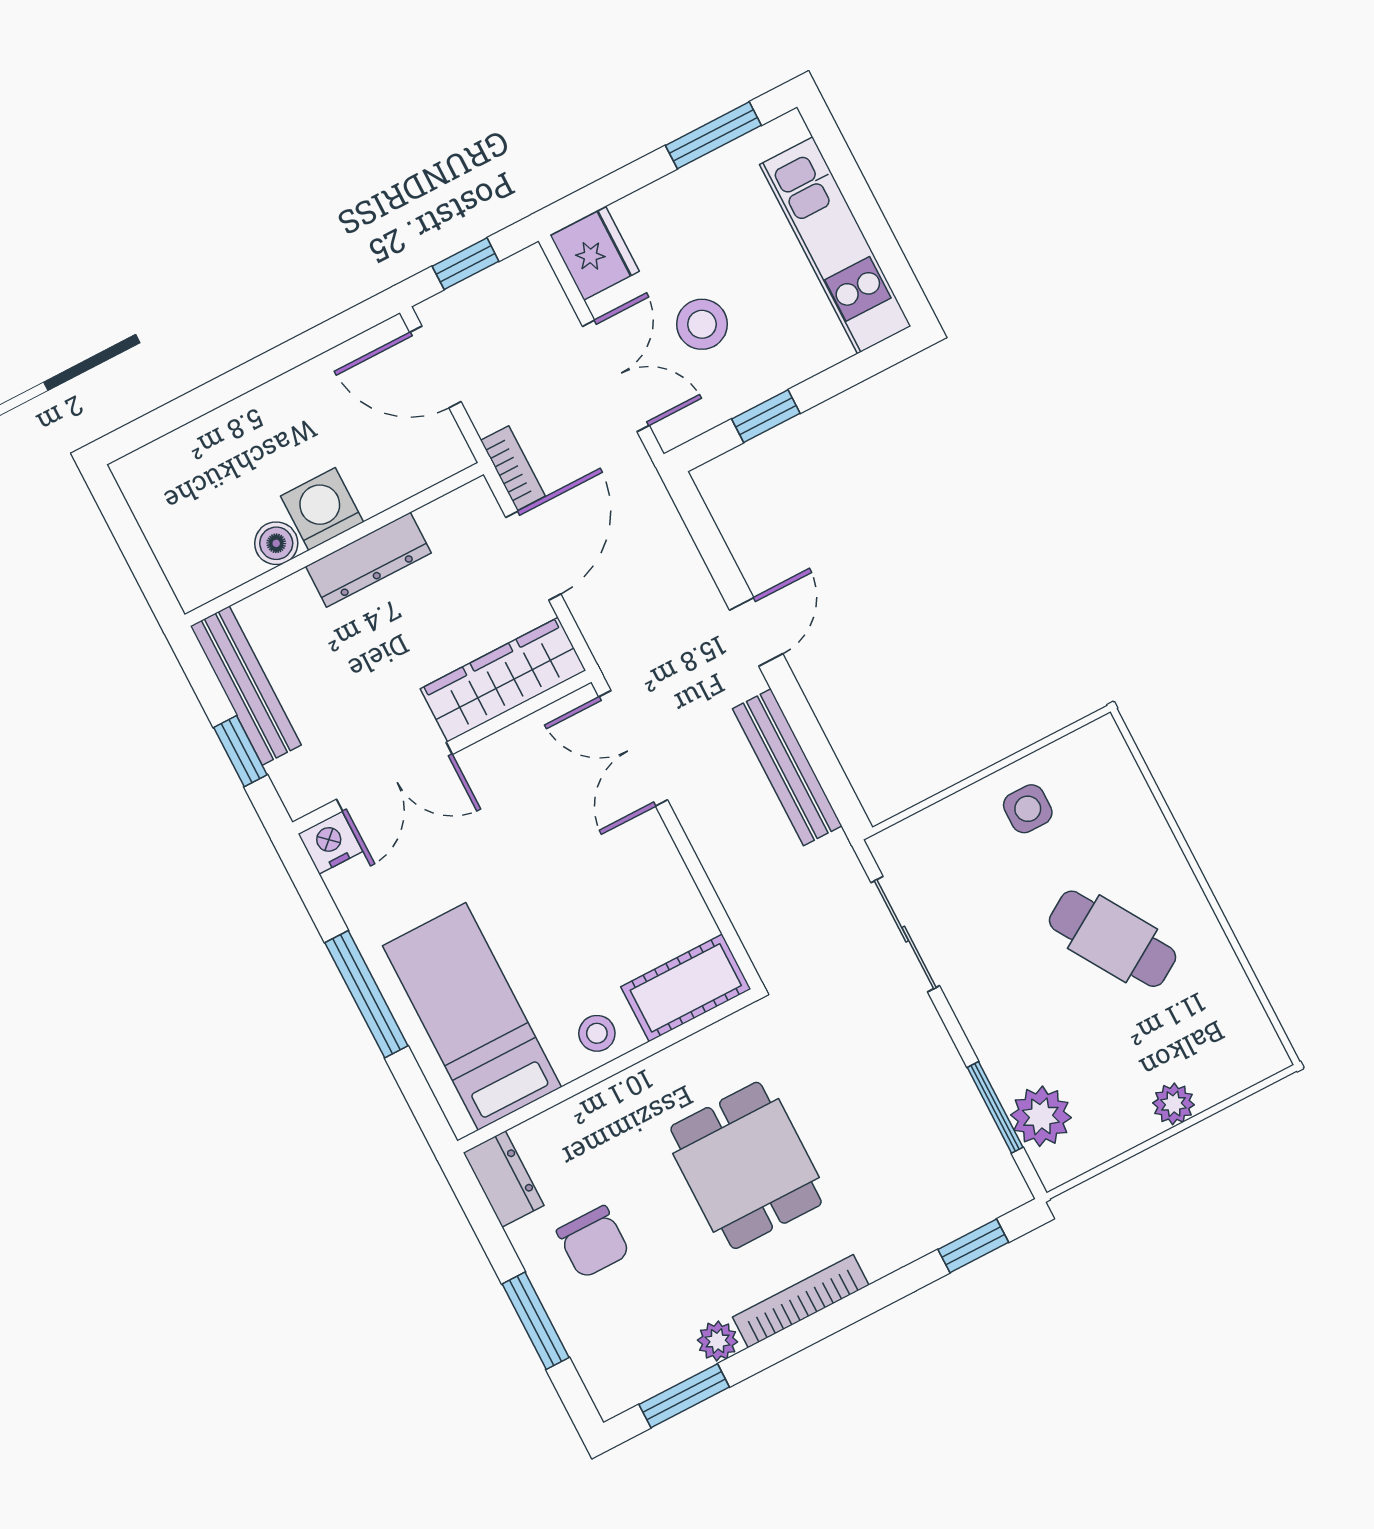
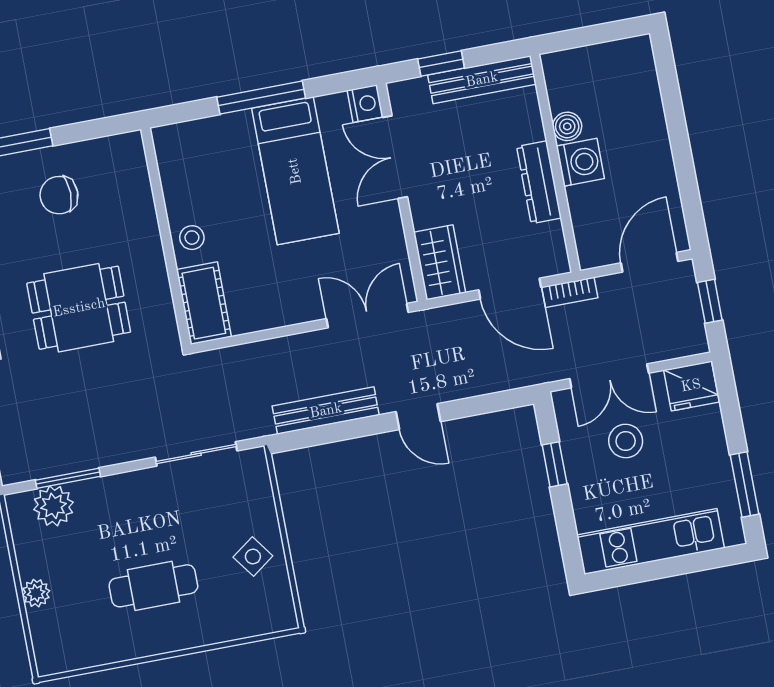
wardrobe: (503, 680) -> (440, 262), width x0.67
side table: (1028, 809) -> (253, 557), turned -36
cafe table: (1113, 939) -> (153, 586), turned 32
bed: (472, 1016) -> (295, 171), moved, turned 90
dresser: (504, 1179) -> (117, 150), removed

